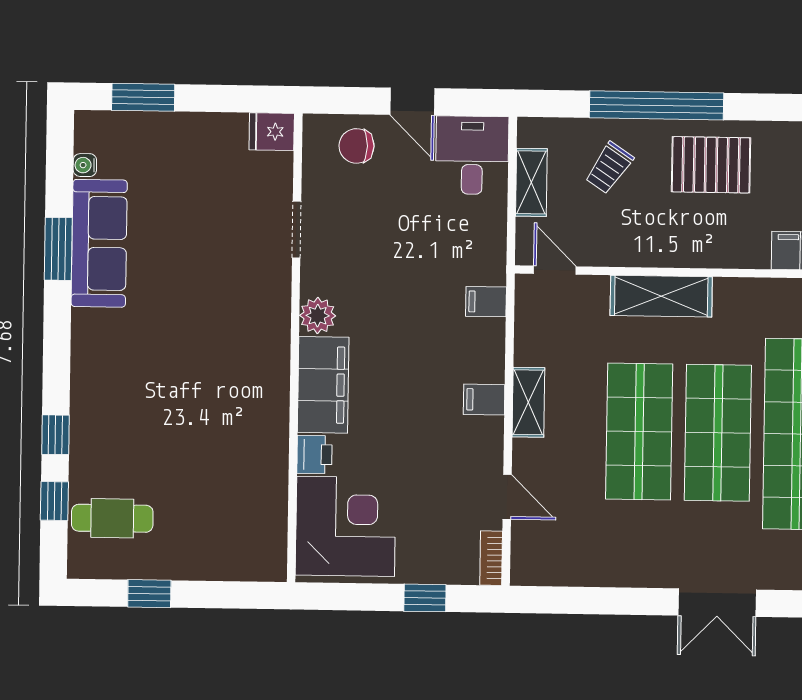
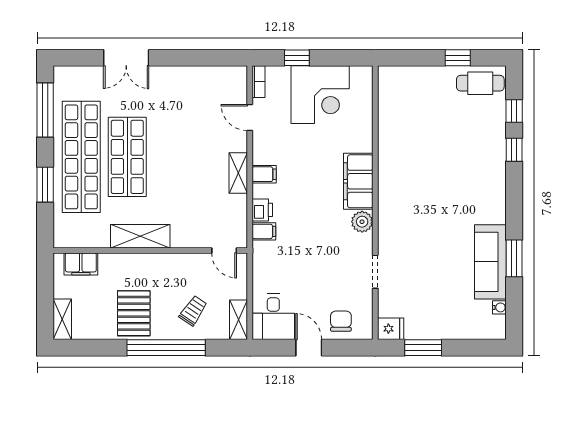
window: (143, 97) -> (423, 348), moved
chair: (357, 146) -> (341, 321), turned -90
pallet: (711, 165) -> (134, 313), turned 90
shelving: (531, 182) -> (238, 320), moved
shelving: (661, 296) -> (140, 236), moved
shop shelf: (639, 432) -> (173, 157), removed
printer: (314, 455) -> (262, 210), moved, turned 180
cafe table: (112, 518) -> (480, 83), moved
corner desk: (346, 526) -> (320, 95), moved, turned -90
double door: (717, 603) -> (126, 58), swing flipped

